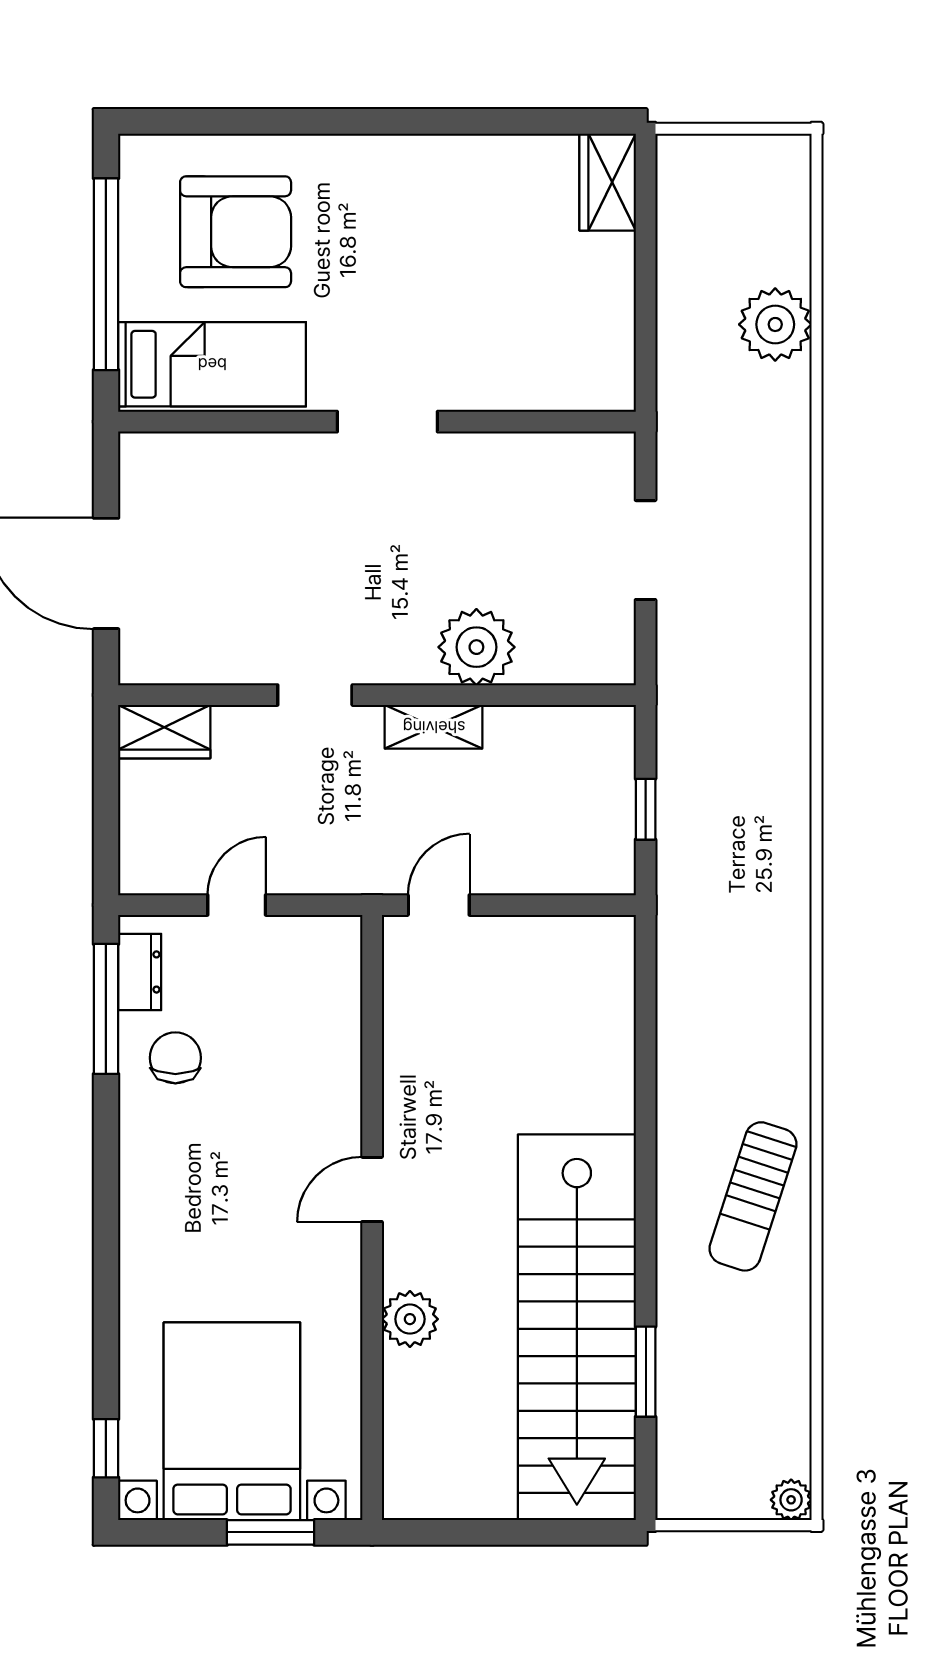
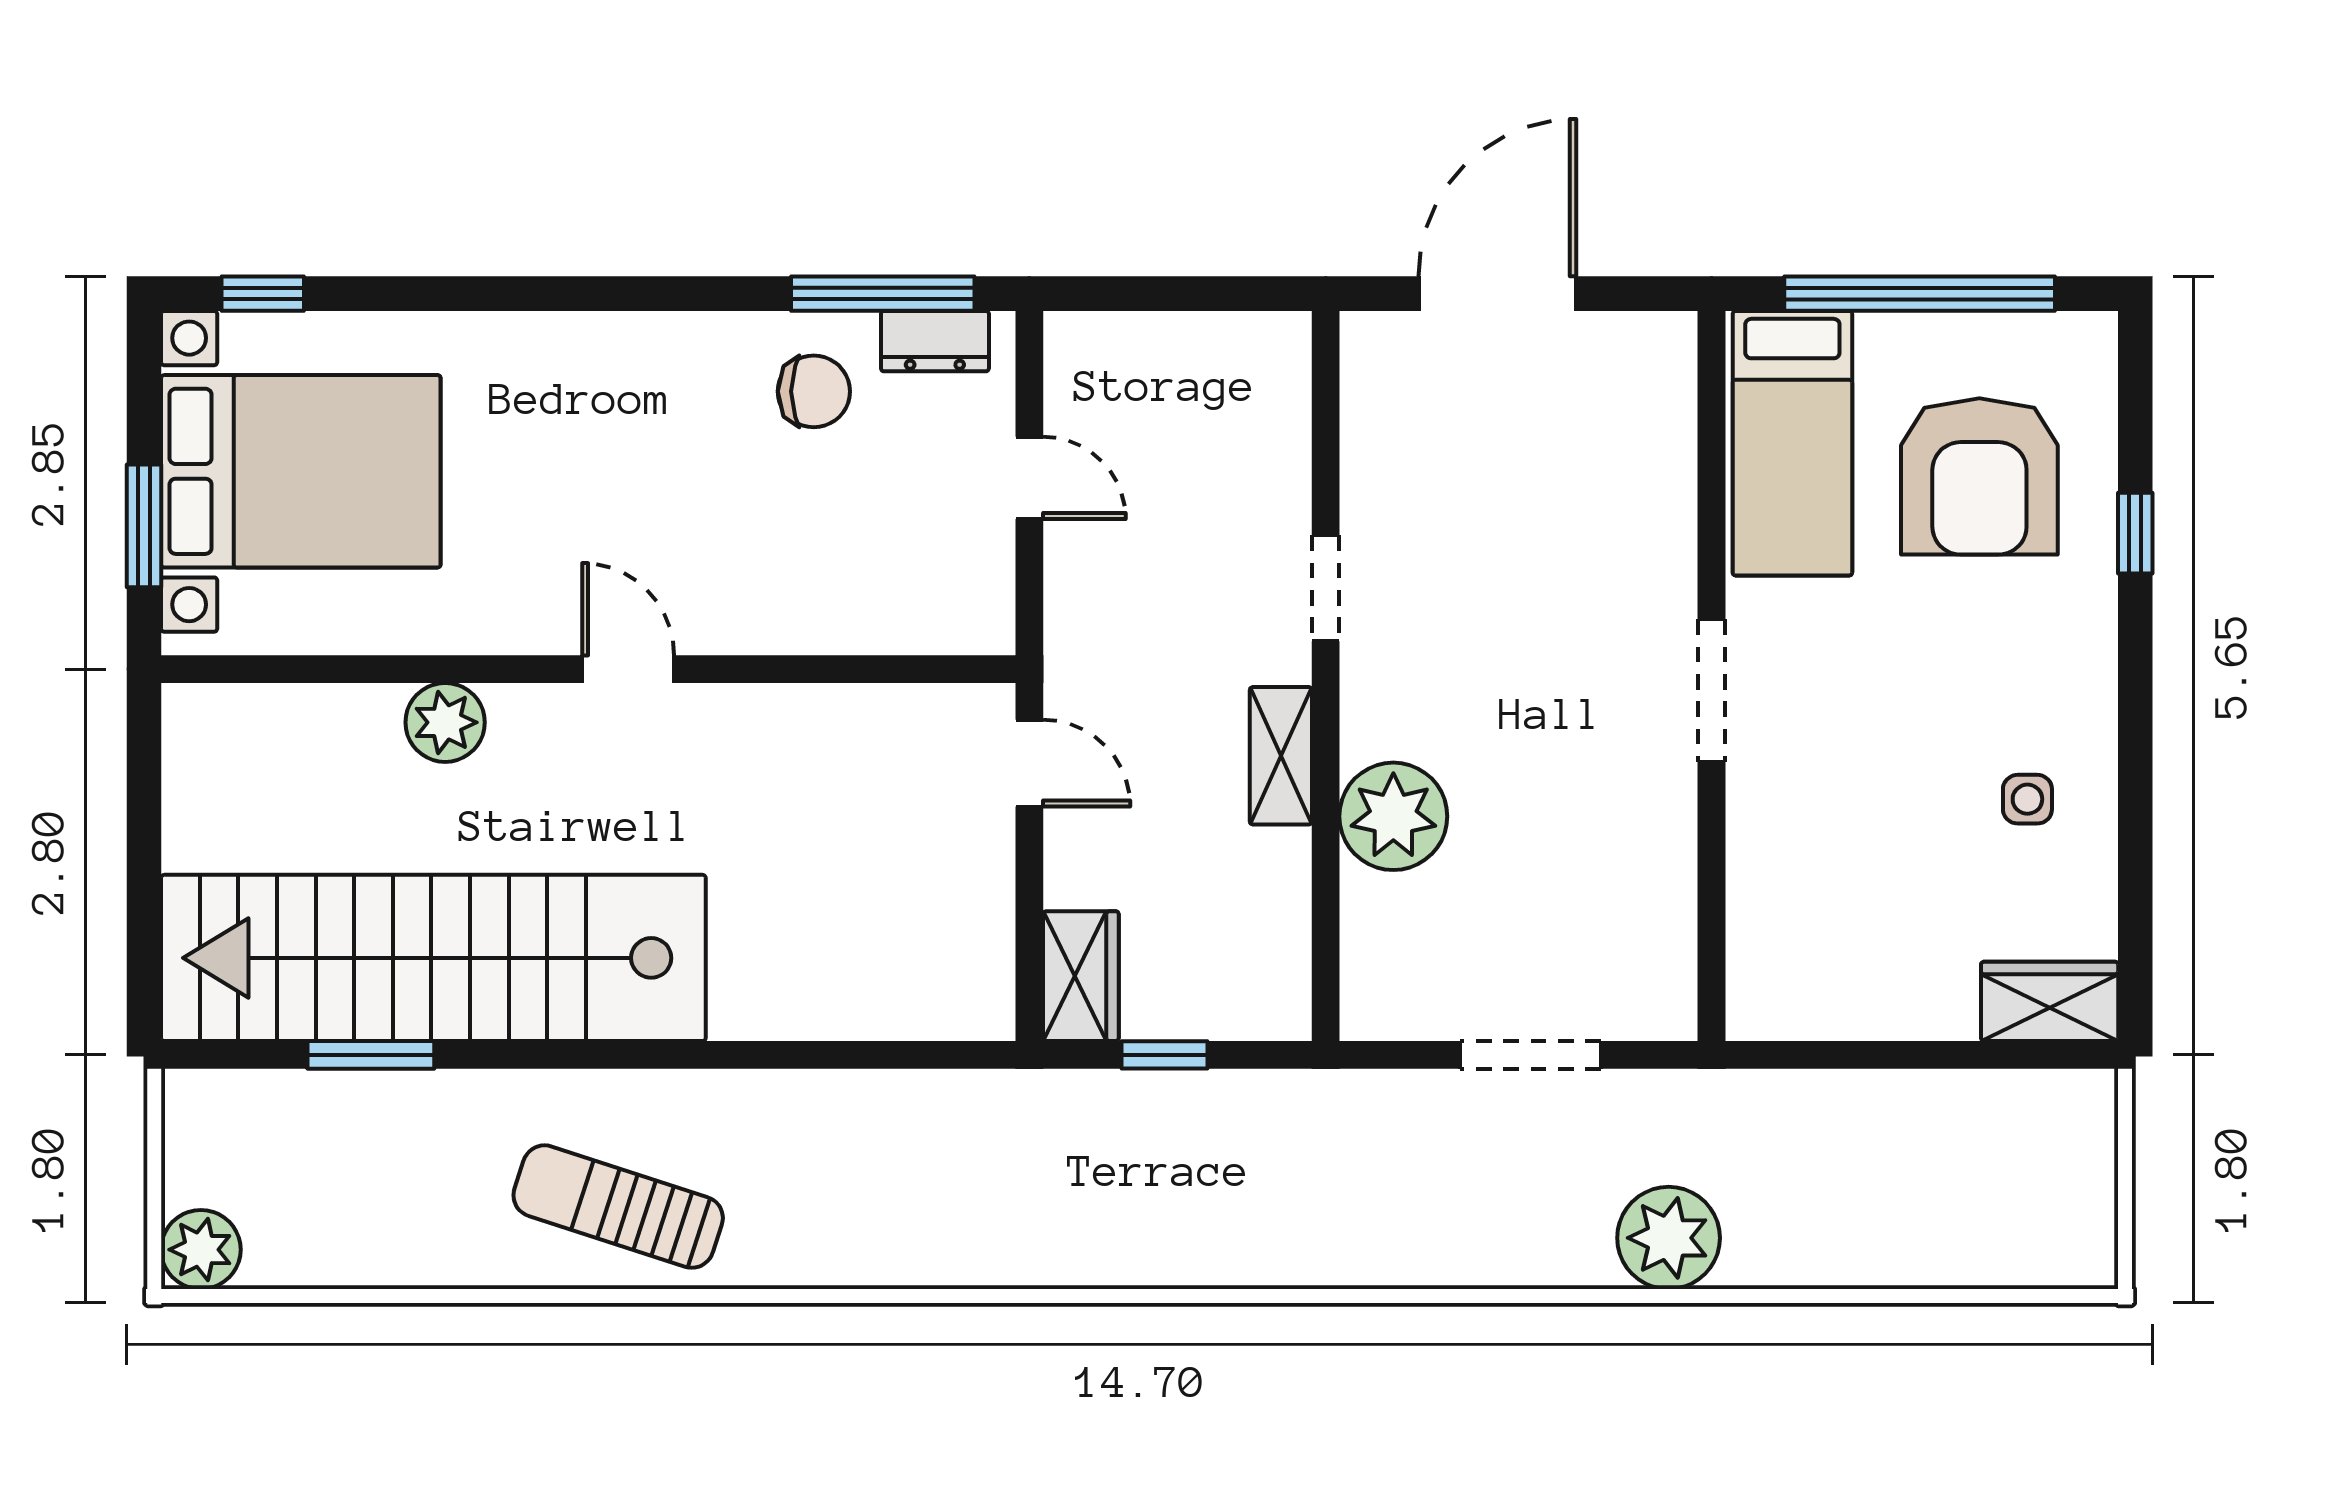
window: (276, 121) -> (2135, 533), added
side table: (464, 198) -> (2027, 799), added
plant: (775, 324) -> (1669, 1238), moved
wardrobe: (164, 732) -> (1081, 976), moved, turned 180
plant: (791, 1500) -> (201, 1250), width x1.38, depth x1.38

